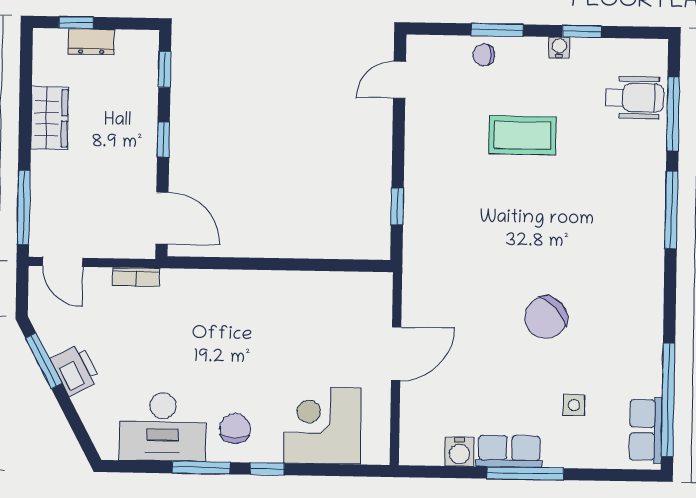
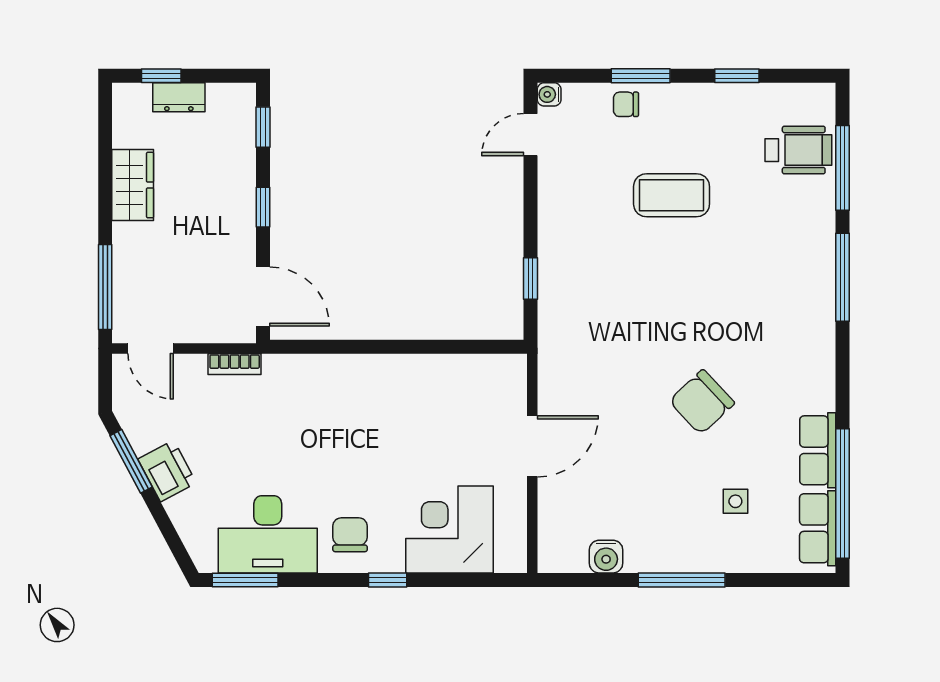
water cooler: (559, 47) -> (549, 94), moved, turned -90
row of seats: (509, 451) -> (818, 450), moved, turned -90
window: (201, 468) -> (245, 580), moved

